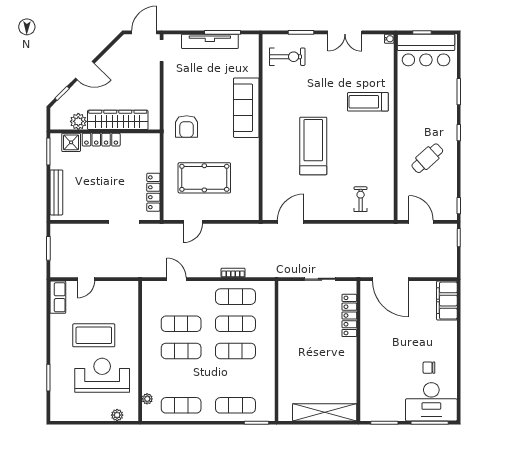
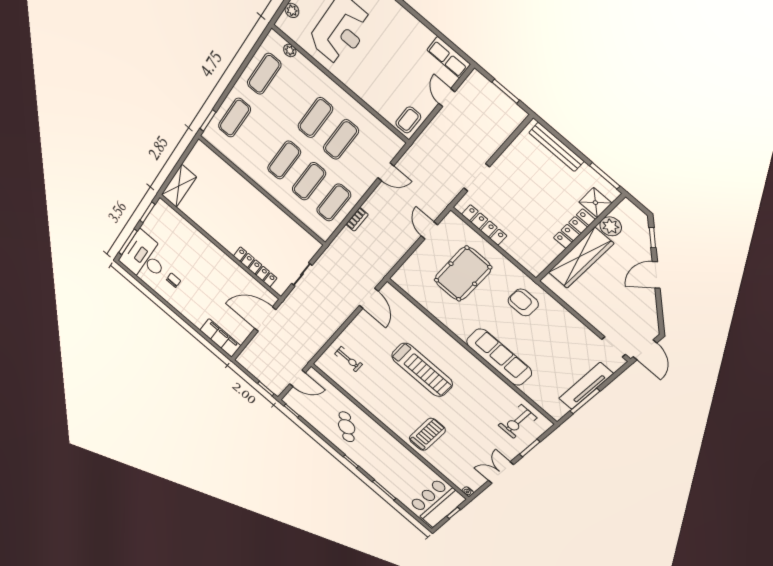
coffee table: (94, 335) -> (408, 120), moved, width x0.54, depth x0.58
shelving: (325, 412) -> (179, 186), width x0.68

